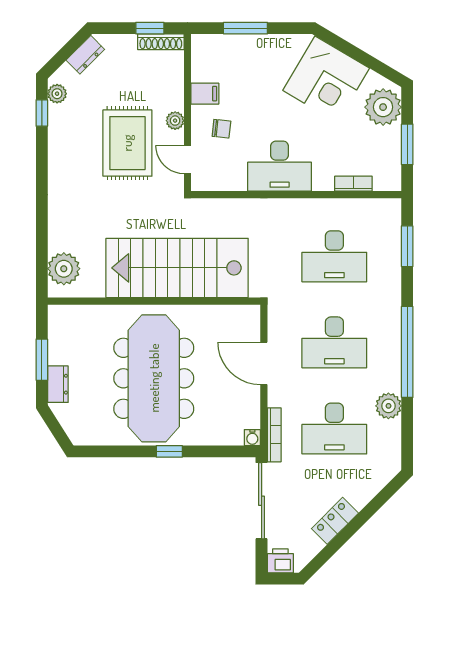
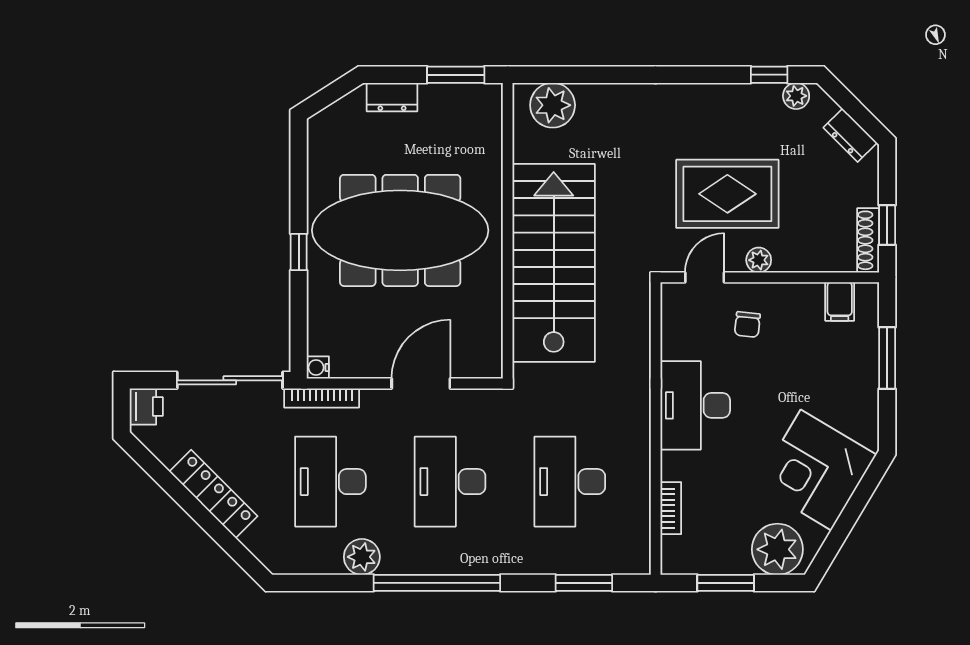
filing cabinet: (205, 94) -> (840, 302), moved
window: (42, 360) -> (456, 75), moved
locker: (335, 521) -> (213, 494), width x1.53

